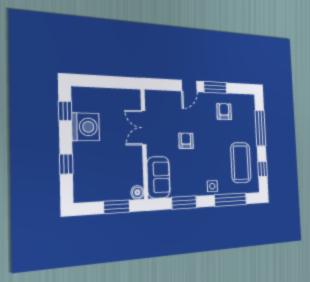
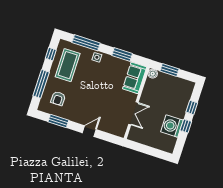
window: (215, 87) -> (58, 121), moved
window: (65, 111) -> (186, 126), moved
armchair: (224, 112) -> (58, 98), moved
armchair: (186, 141) -> (106, 95), removed

